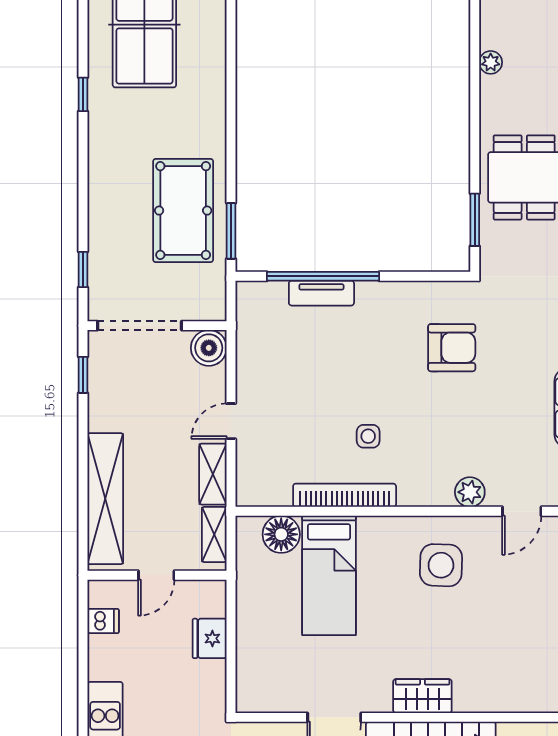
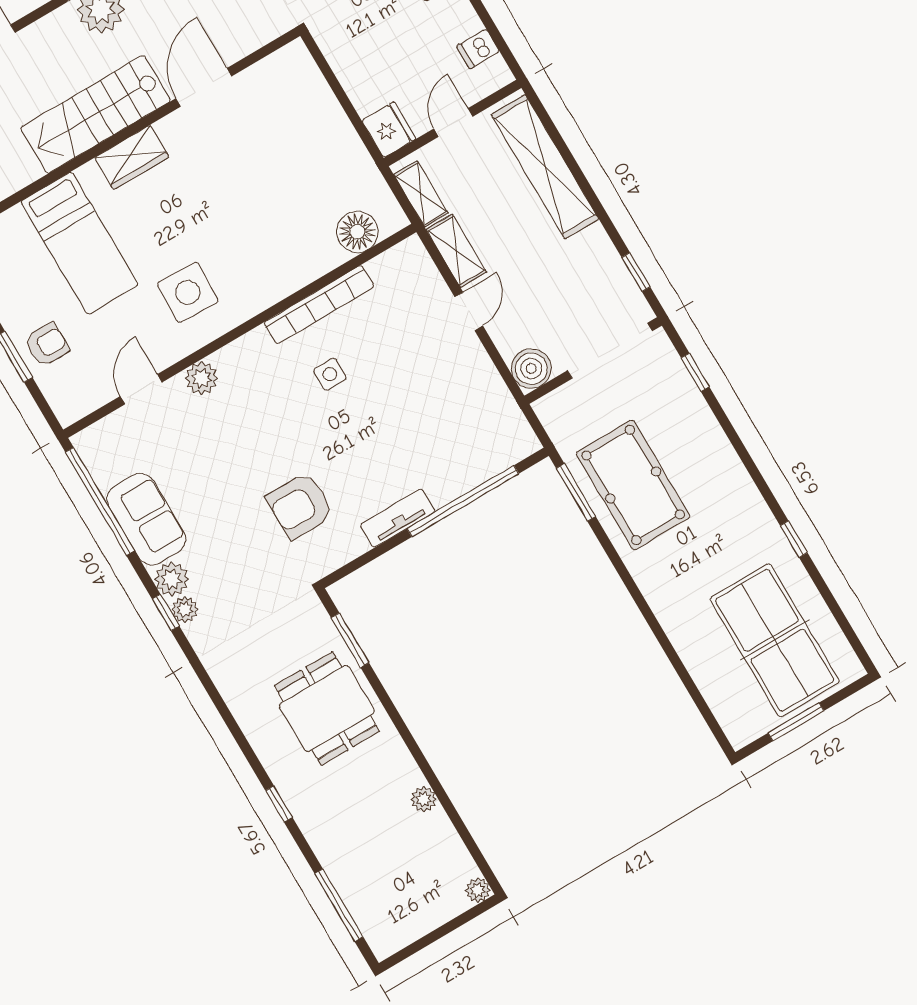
tv unit: (321, 293) -> (397, 518), moved
bed: (329, 575) -> (80, 243), moved, turned 180
fridge: (210, 638) -> (389, 130), moved

